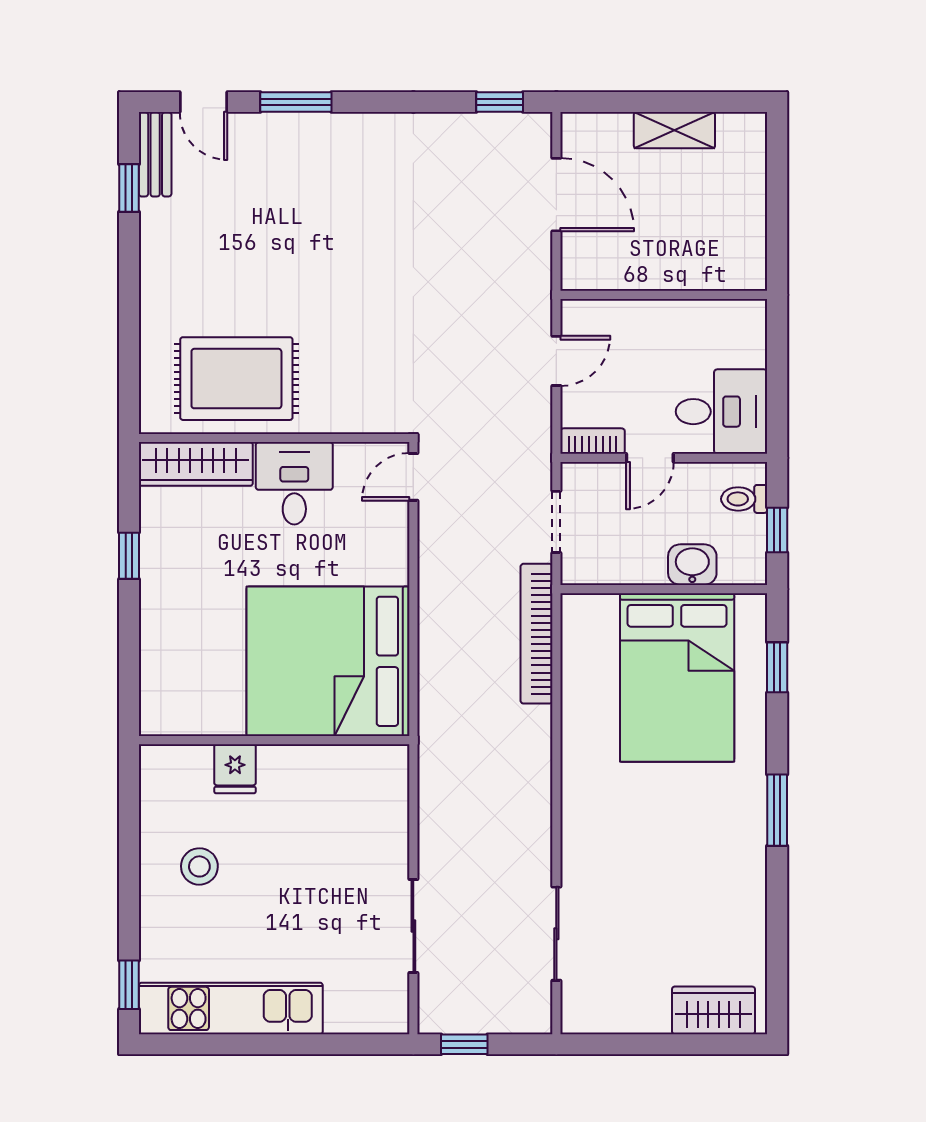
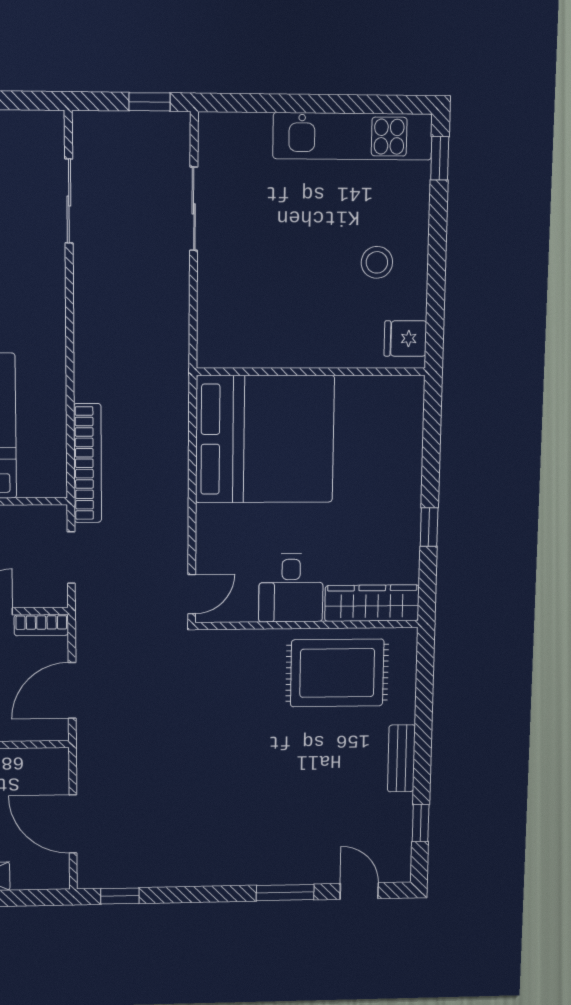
bench: (155, 154) -> (401, 758), moved
door: (556, 361) -> (72, 690), width x1.38
fridge: (235, 769) -> (405, 338), moved, turned -90

